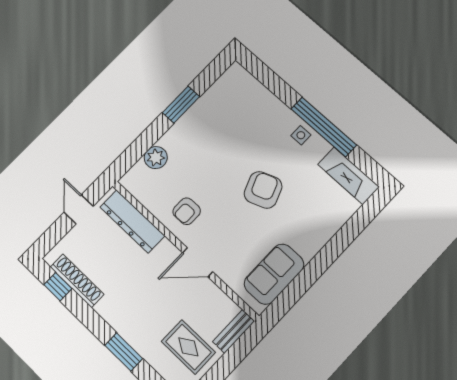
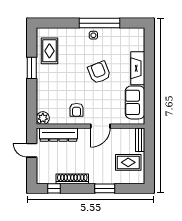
rug: (224, 104) -> (49, 51), added
plant: (156, 158) -> (43, 118), moved
fireplace: (349, 176) -> (138, 68), moved, turned 90
shoe rack: (77, 281) -> (72, 179), moved

